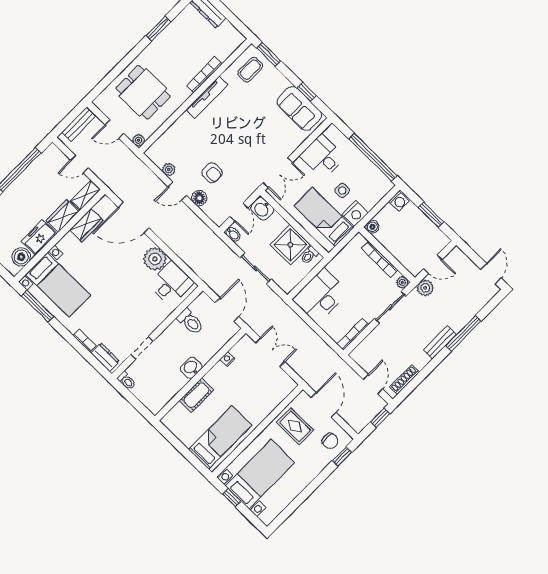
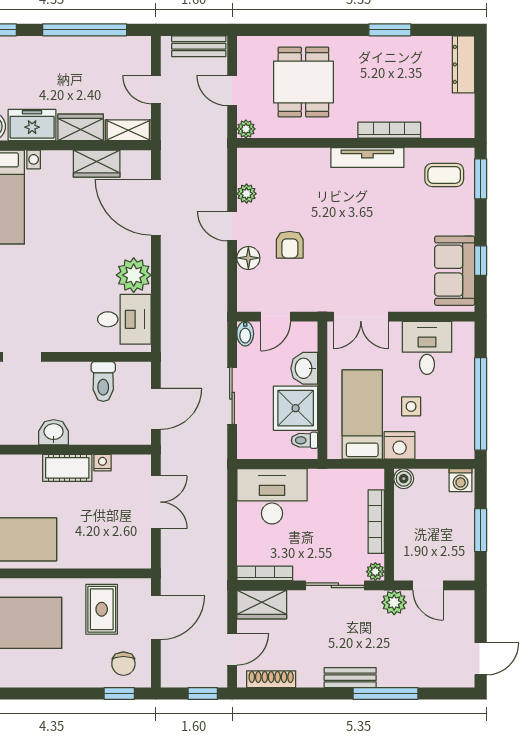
washbasin: (262, 209) -> (304, 368), moved
wardrobe: (366, 350) -> (262, 604), added
cot: (196, 395) -> (67, 468), moved

